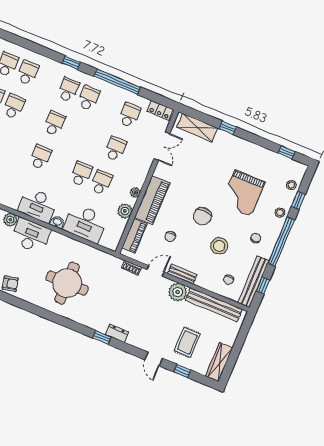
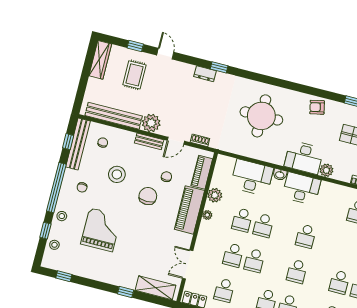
school desk: (95, 140) -> (254, 261), added
chair: (202, 216) -> (148, 196), moved

